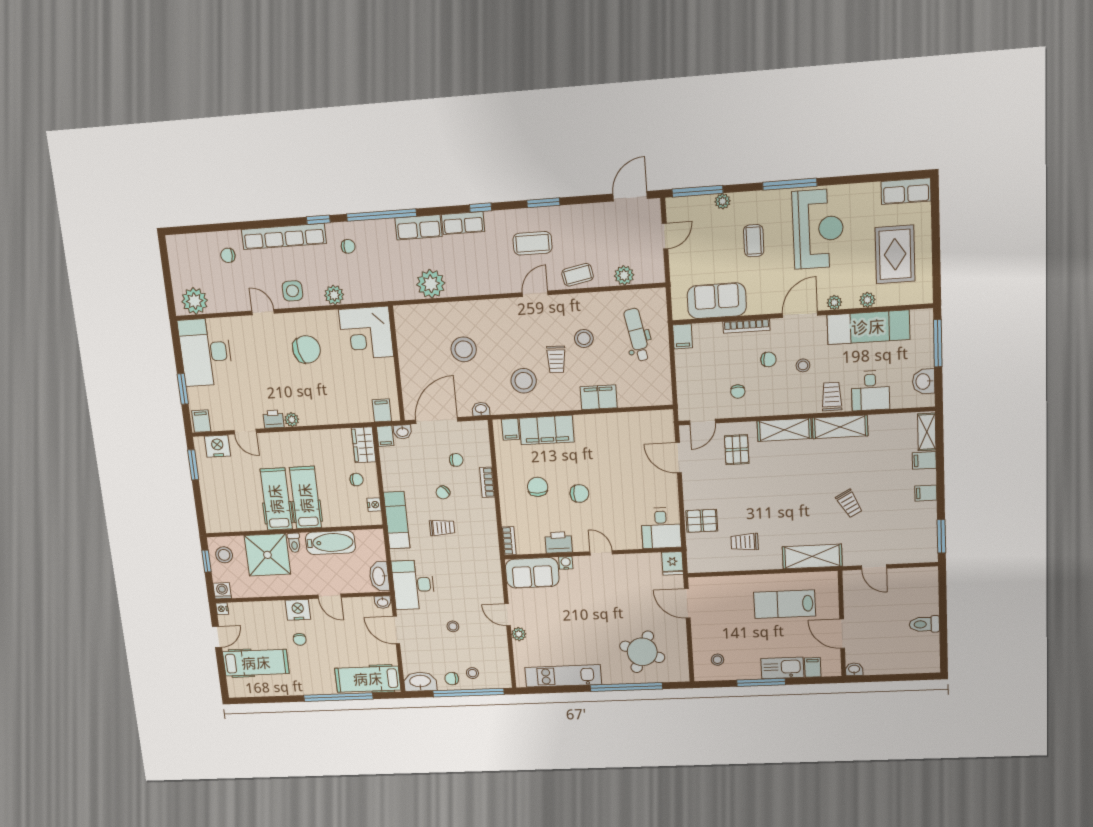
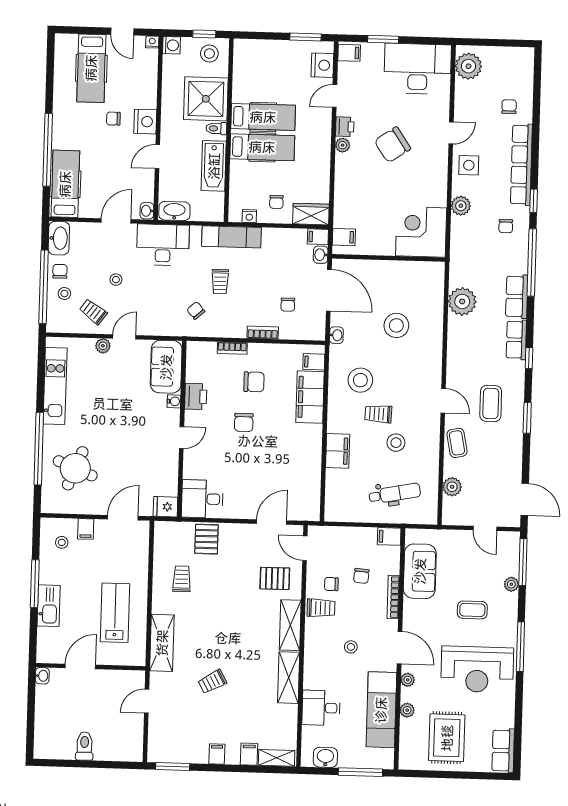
rug: (895, 254) -> (447, 738), turned 90
chair: (307, 349) -> (392, 145), moved, turned 69
chair: (768, 359) -> (361, 576), moved
trolley: (832, 397) -> (321, 608), moved
chair: (443, 492) -> (196, 311), moved
bookcase: (509, 541) -> (232, 348), moved
trolley: (487, 645) -> (93, 312), added
filing cabinet: (813, 667) -> (86, 529), moved, turned 90

